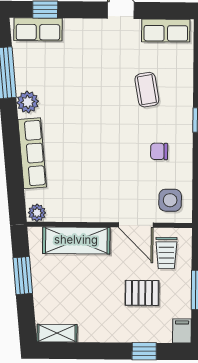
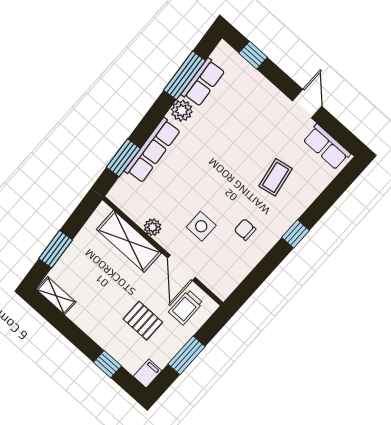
row of seats: (38, 29) -> (203, 82), moved, turned -95
window: (15, 179) -> (123, 158), added
side table: (170, 200) -> (201, 226), moved
plant: (37, 213) -> (153, 227), moved
window: (23, 276) -> (56, 249), moved

